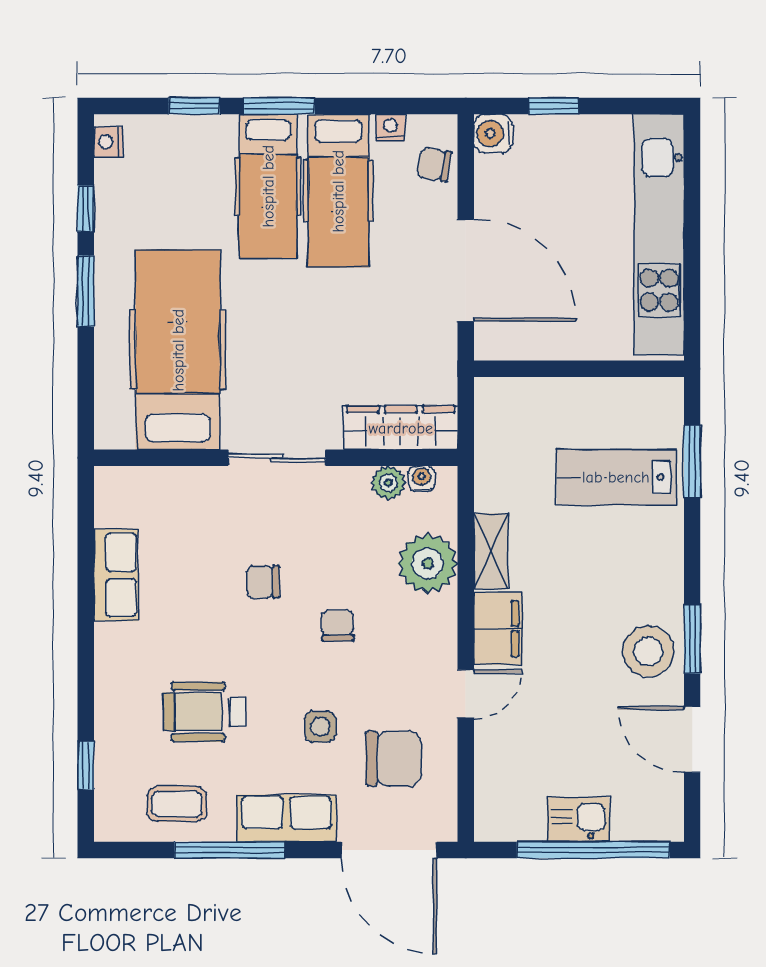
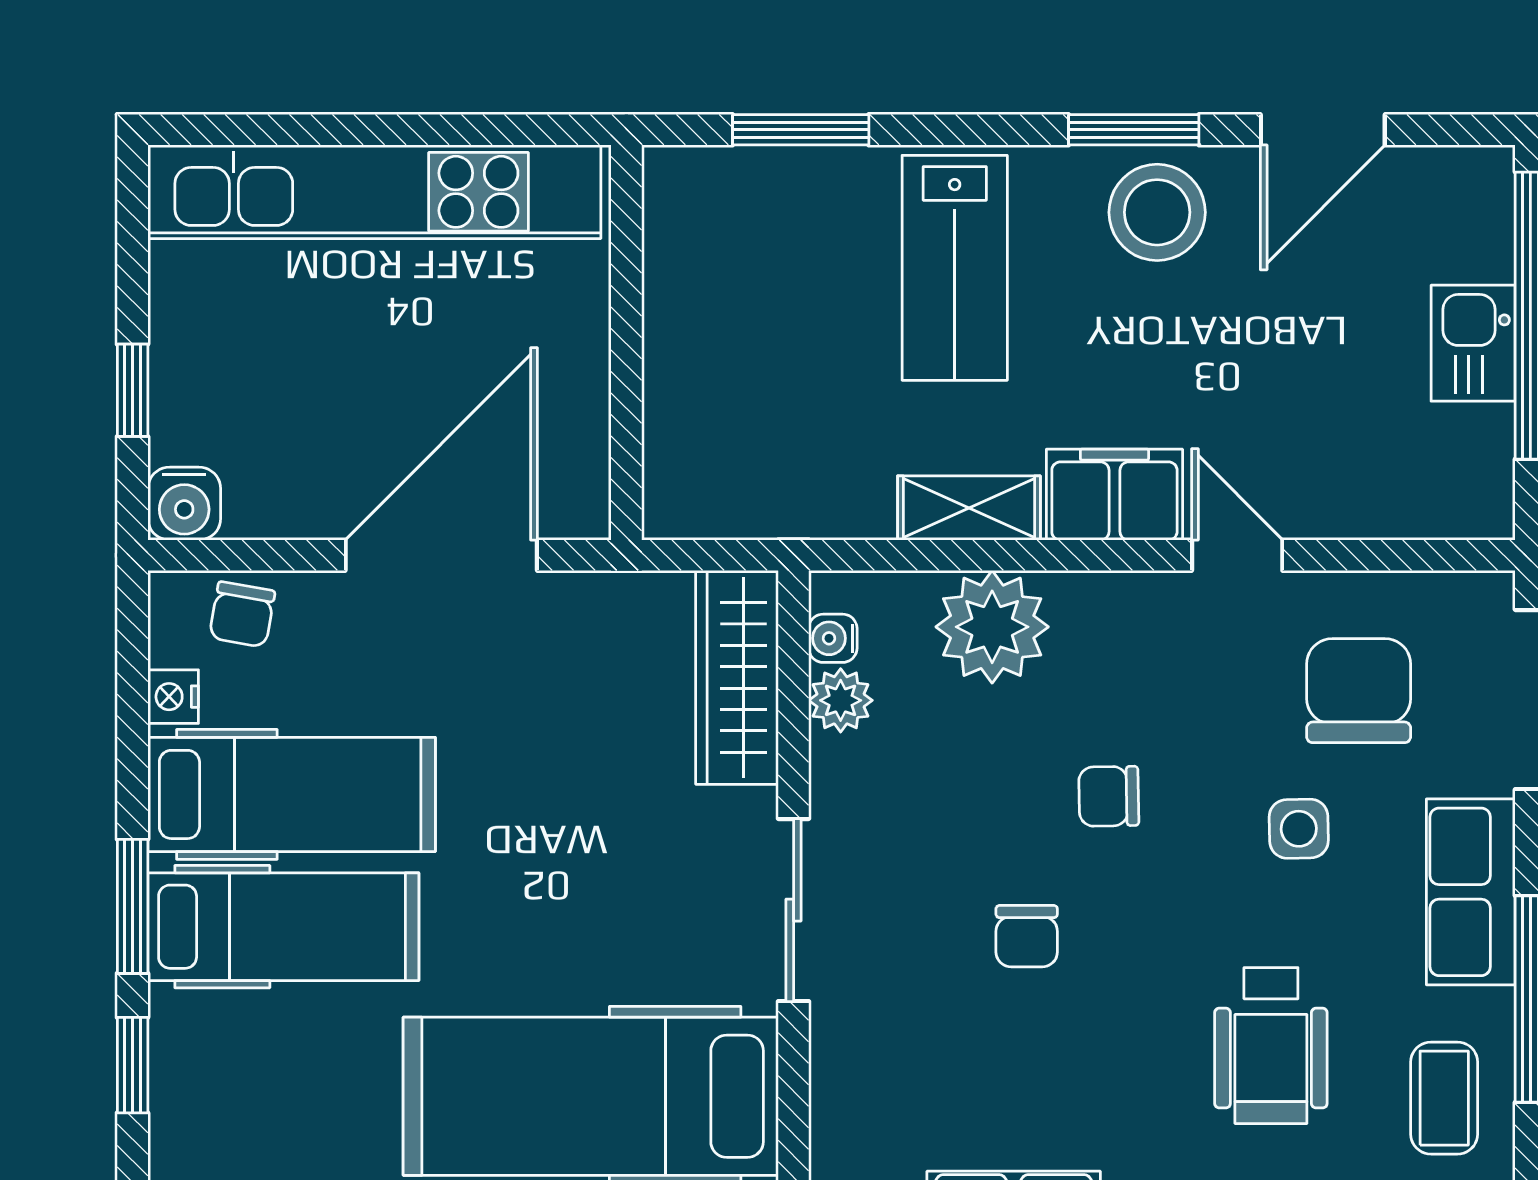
lab bench: (616, 477) -> (955, 268), moved

